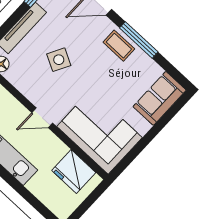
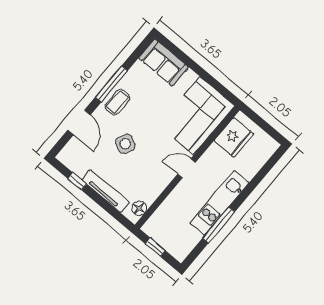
side table: (59, 60) -> (125, 144), moved
door: (42, 118) -> (186, 168), swing flipped

